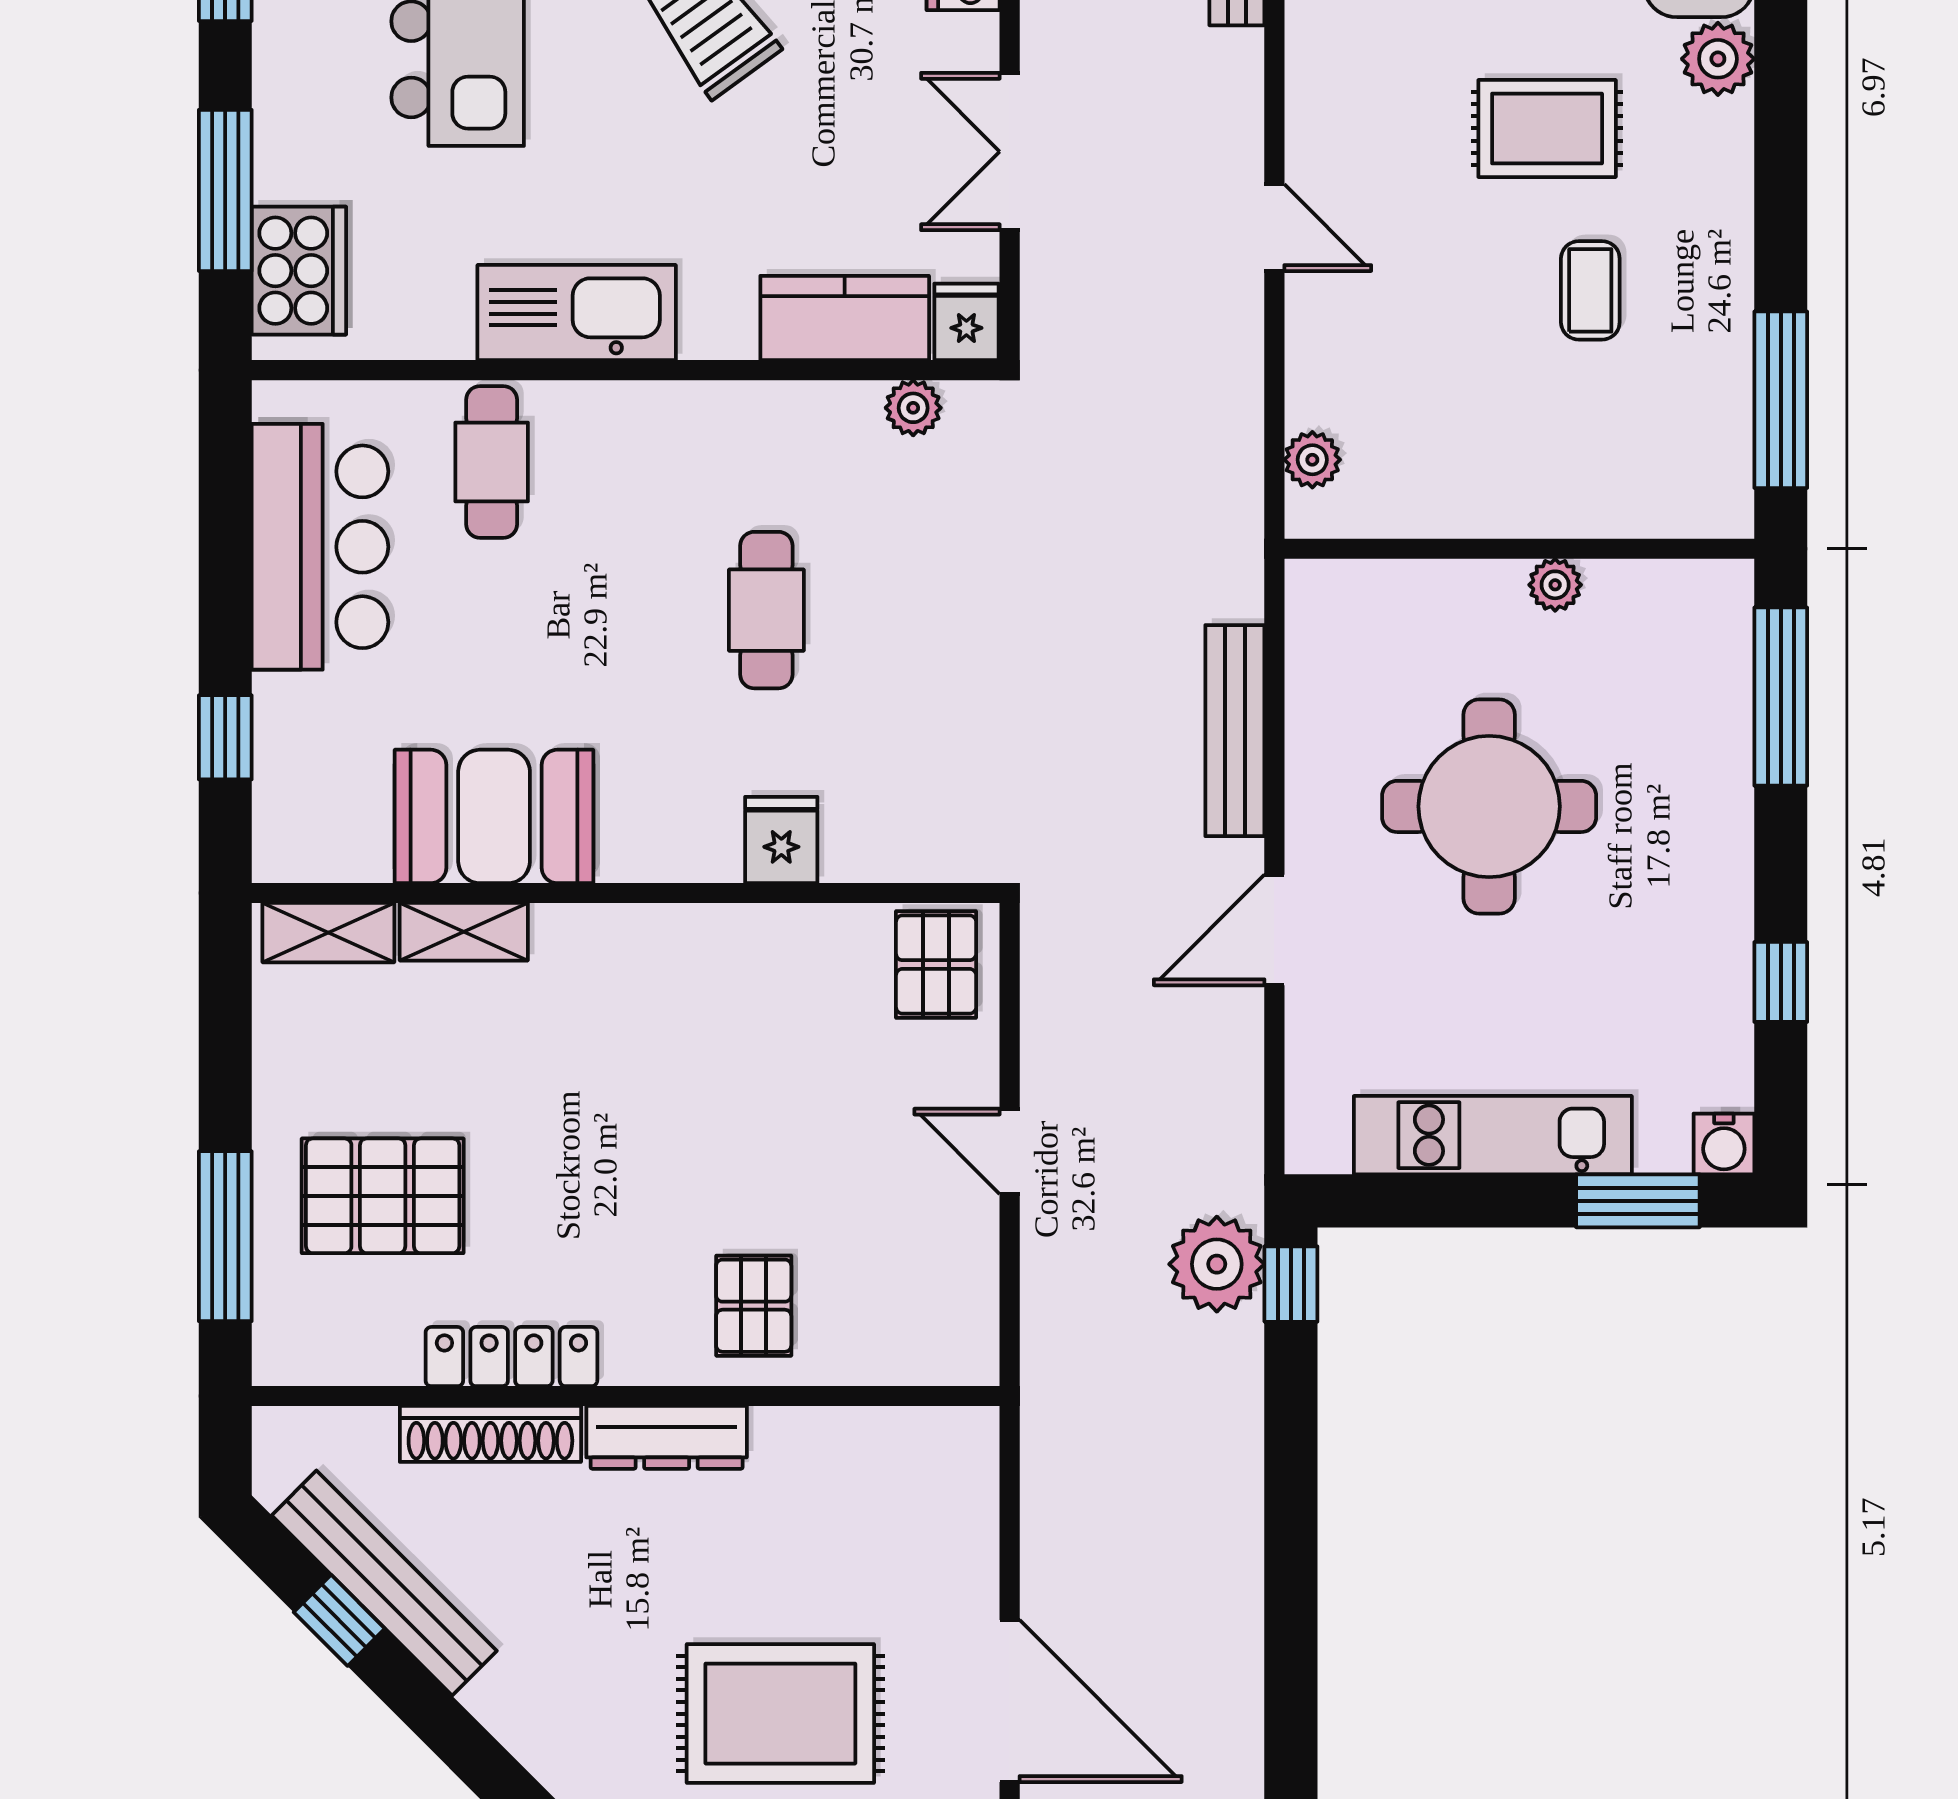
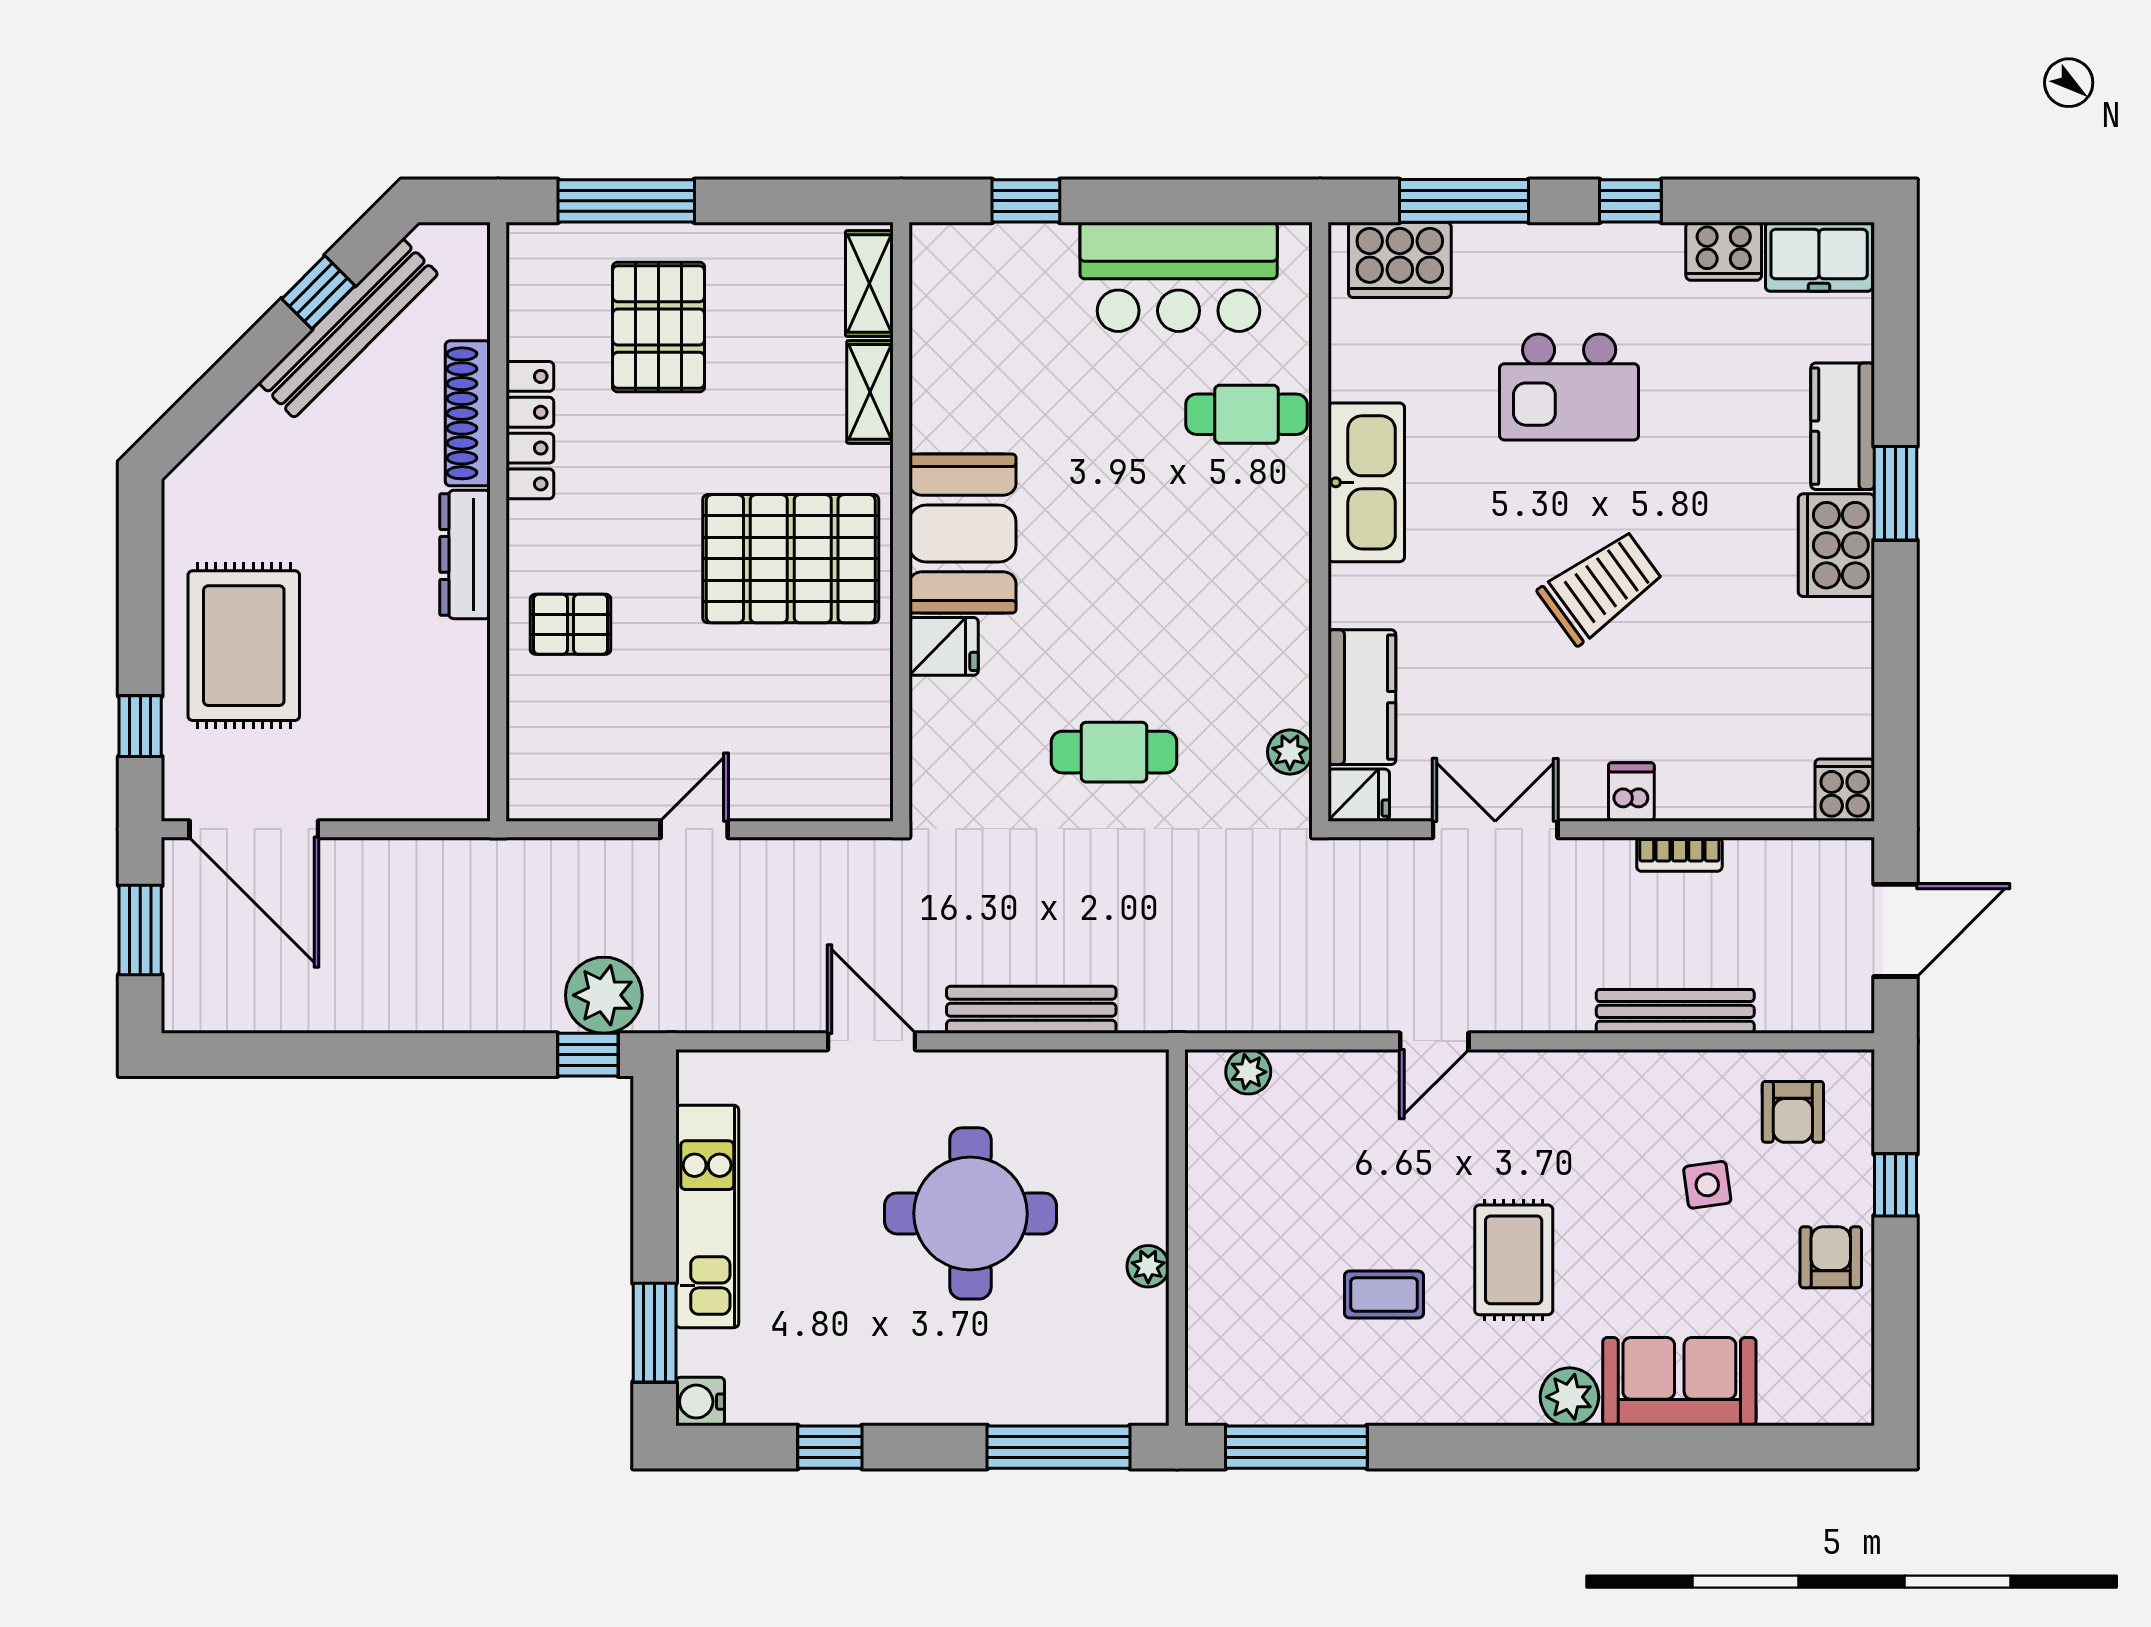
cafe table: (766, 610) -> (1114, 752), moved
booth: (494, 816) -> (963, 534), moved
pallet: (936, 965) -> (791, 559), moved, width x2.05, depth x2.00
door: (1010, 1701) -> (254, 829), hinge flipped

